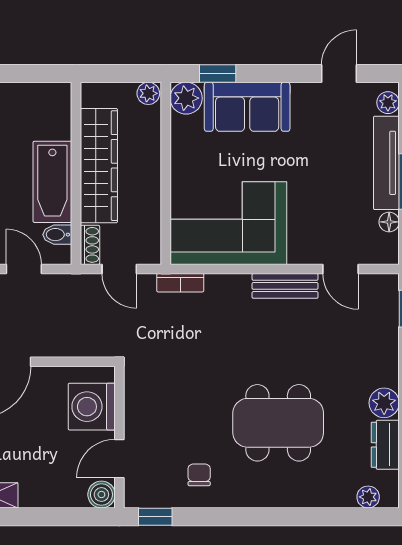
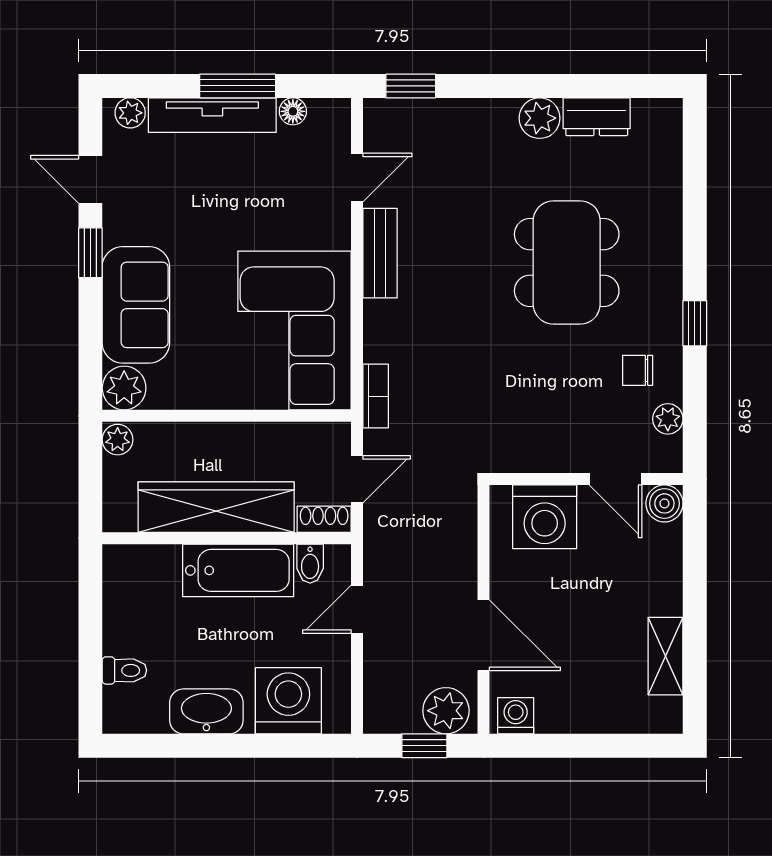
window: (218, 73) -> (90, 253), moved
plant: (368, 497) -> (668, 419), moved
window: (155, 517) -> (695, 323), moved

